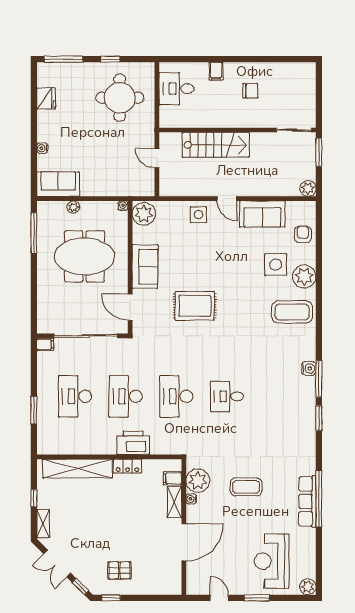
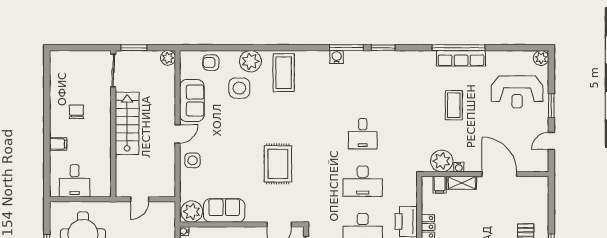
stairs: (216, 145) -> (127, 123), moved
sofa: (145, 267) -> (224, 210), moved
coffee table: (246, 487) -> (454, 105), moved

